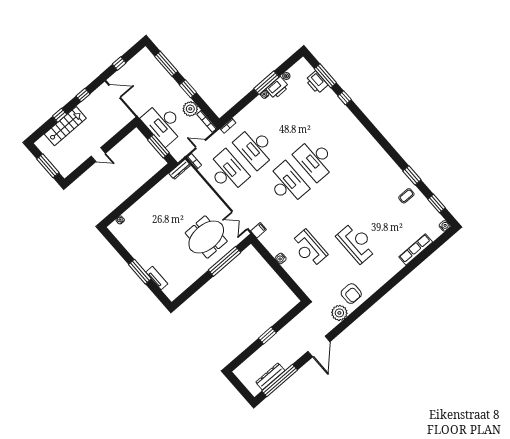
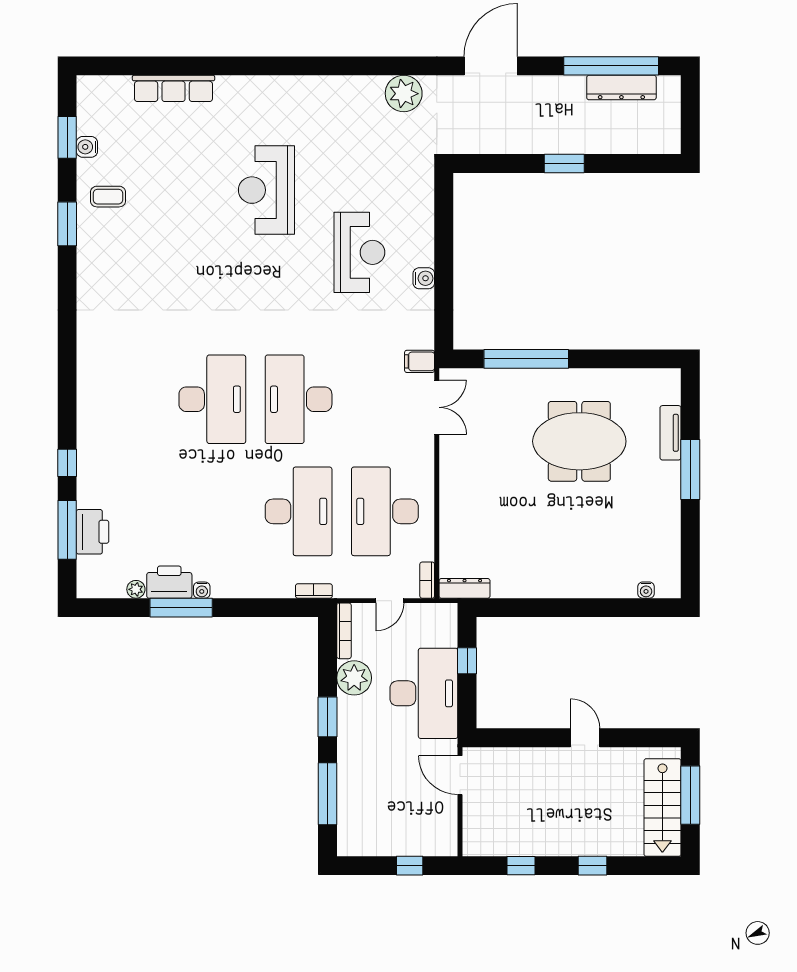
door: (115, 91) -> (460, 775), moved
stairs: (65, 126) -> (662, 807), moved, turned -90
door: (201, 144) -> (390, 601), hinge flipped
window: (158, 146) -> (467, 661), width x0.46
water cooler: (445, 226) -> (87, 147), moved
meeting table: (206, 237) -> (579, 441), moved
armchair: (351, 294) -> (353, 109), removed

